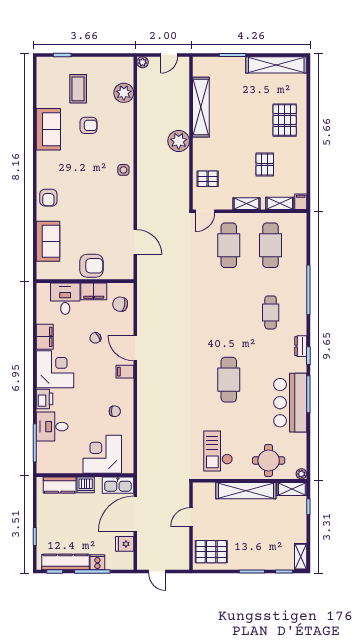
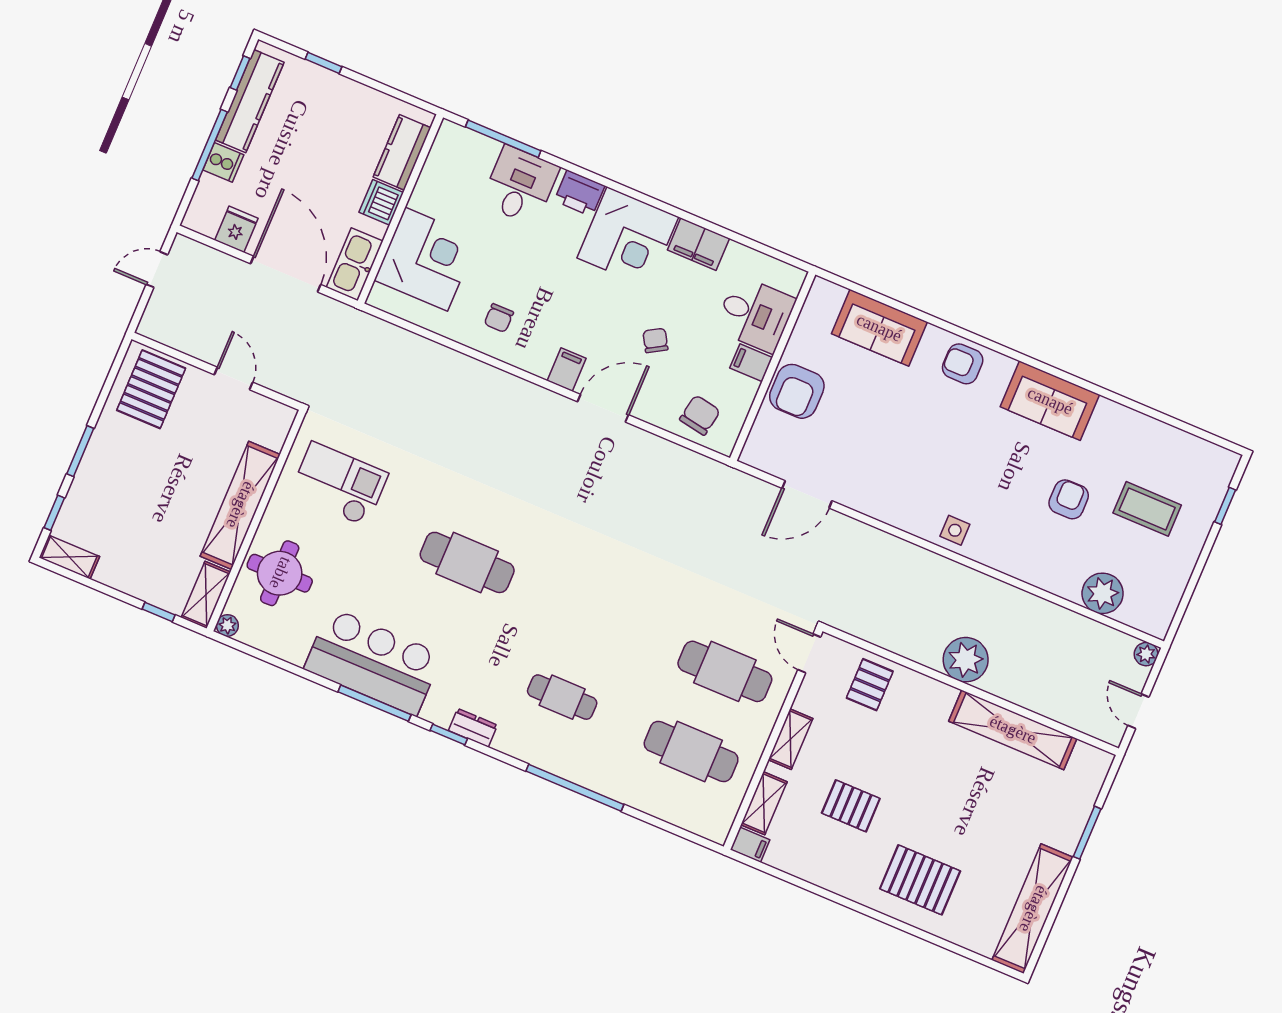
armchair: (89, 125) -> (1069, 499), turned 180
sofa: (48, 129) -> (1050, 401), moved
filing cabinet: (94, 291) -> (751, 363), width x0.50

